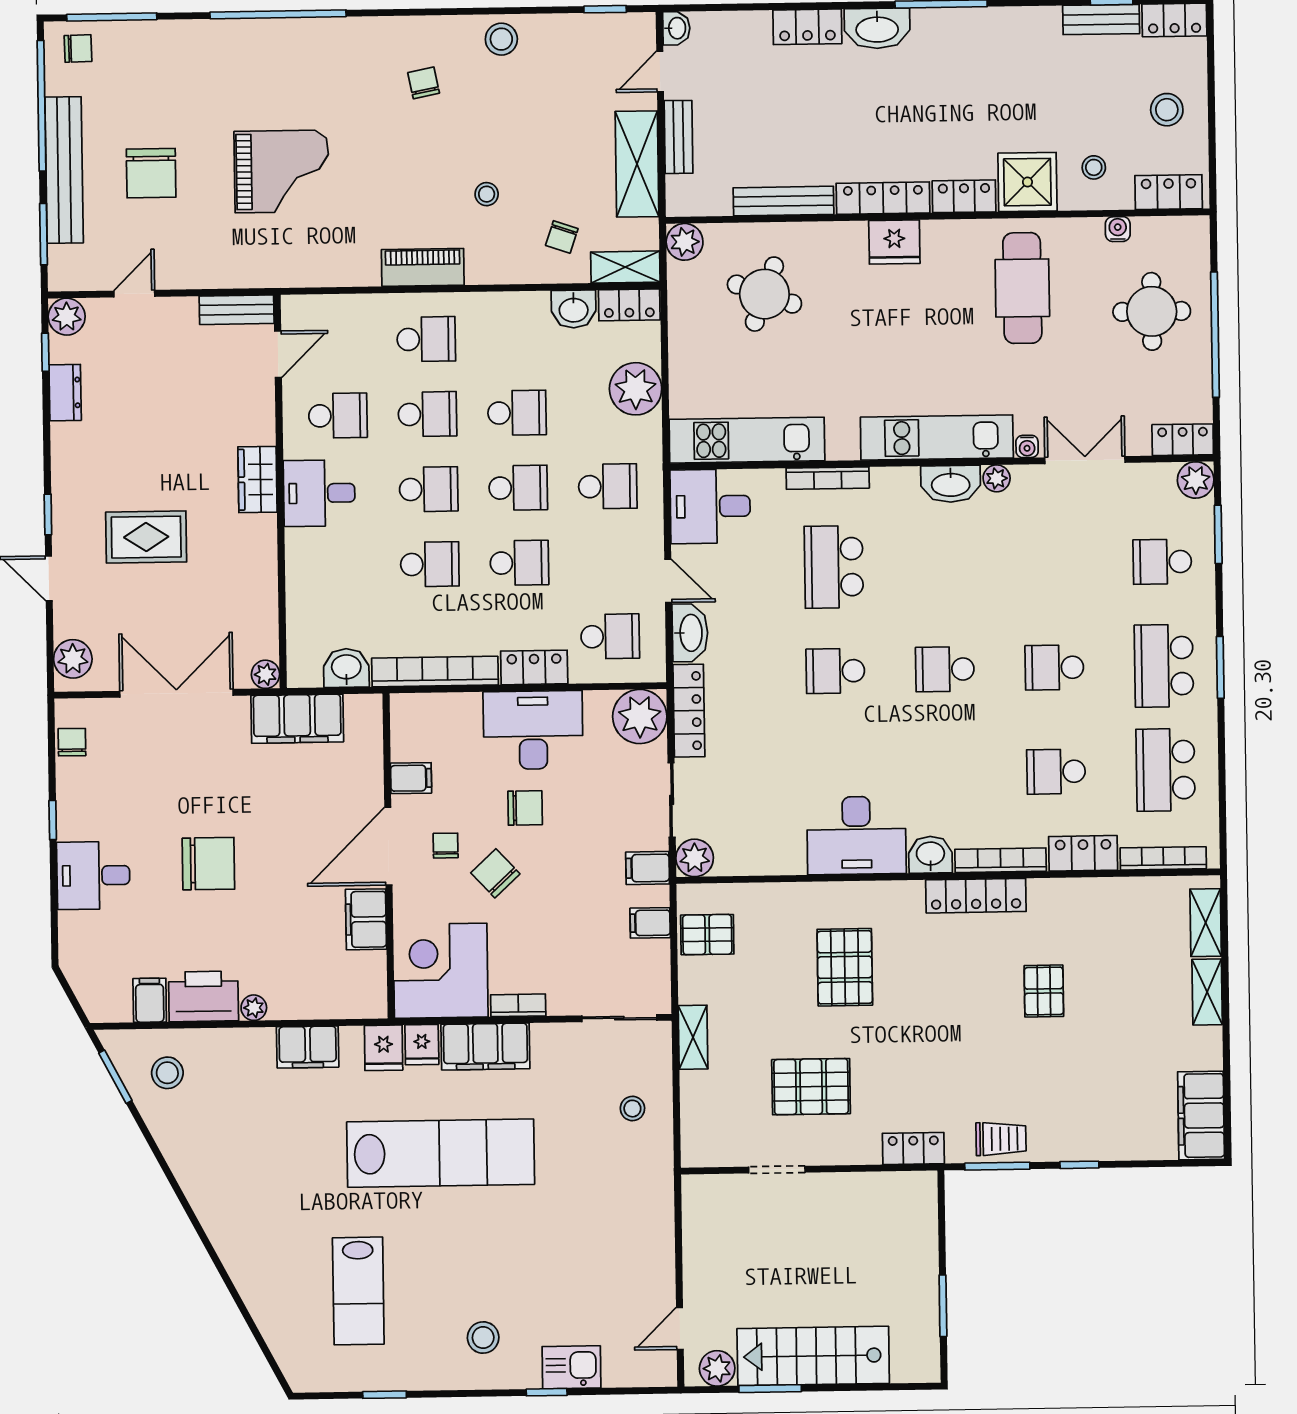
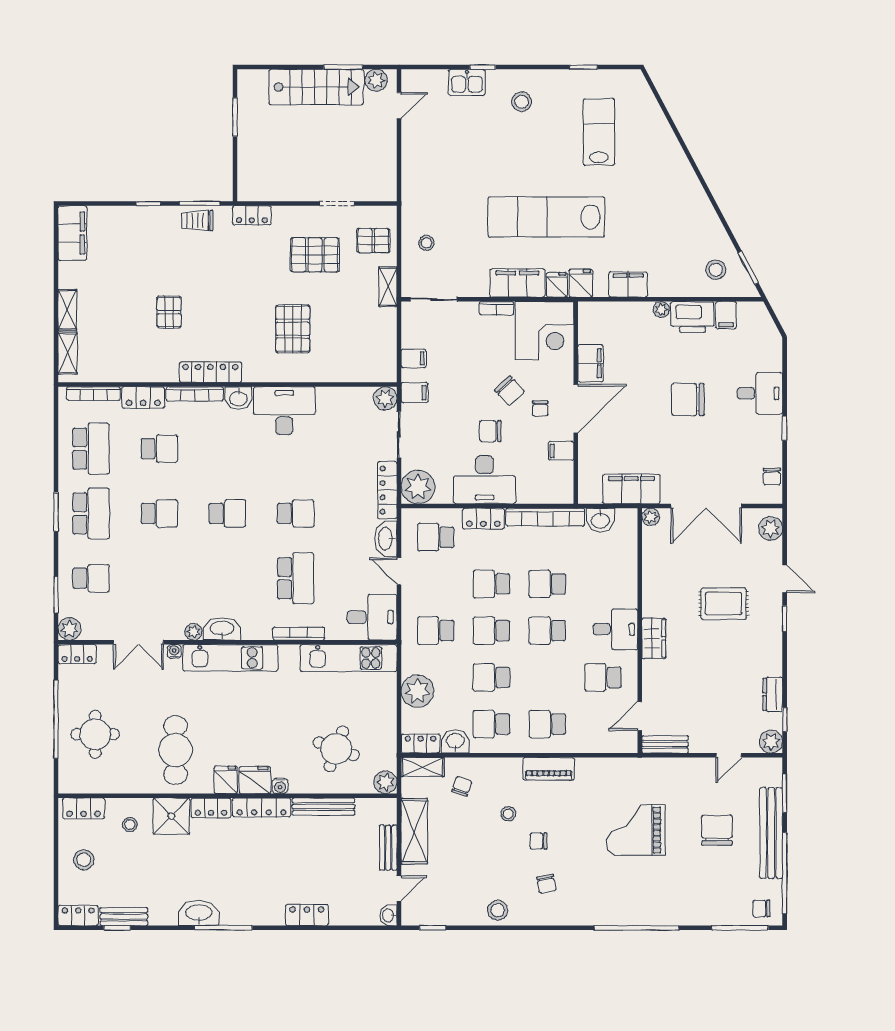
washbasin: (877, 28) -> (199, 913), moved
chair: (438, 151) -> (538, 841), added
water cooler: (1118, 229) -> (280, 786), moved
fridge: (941, 242) -> (226, 780), added
school desk: (427, 414) -> (491, 724), moved
pallet: (707, 935) -> (373, 241), moved

